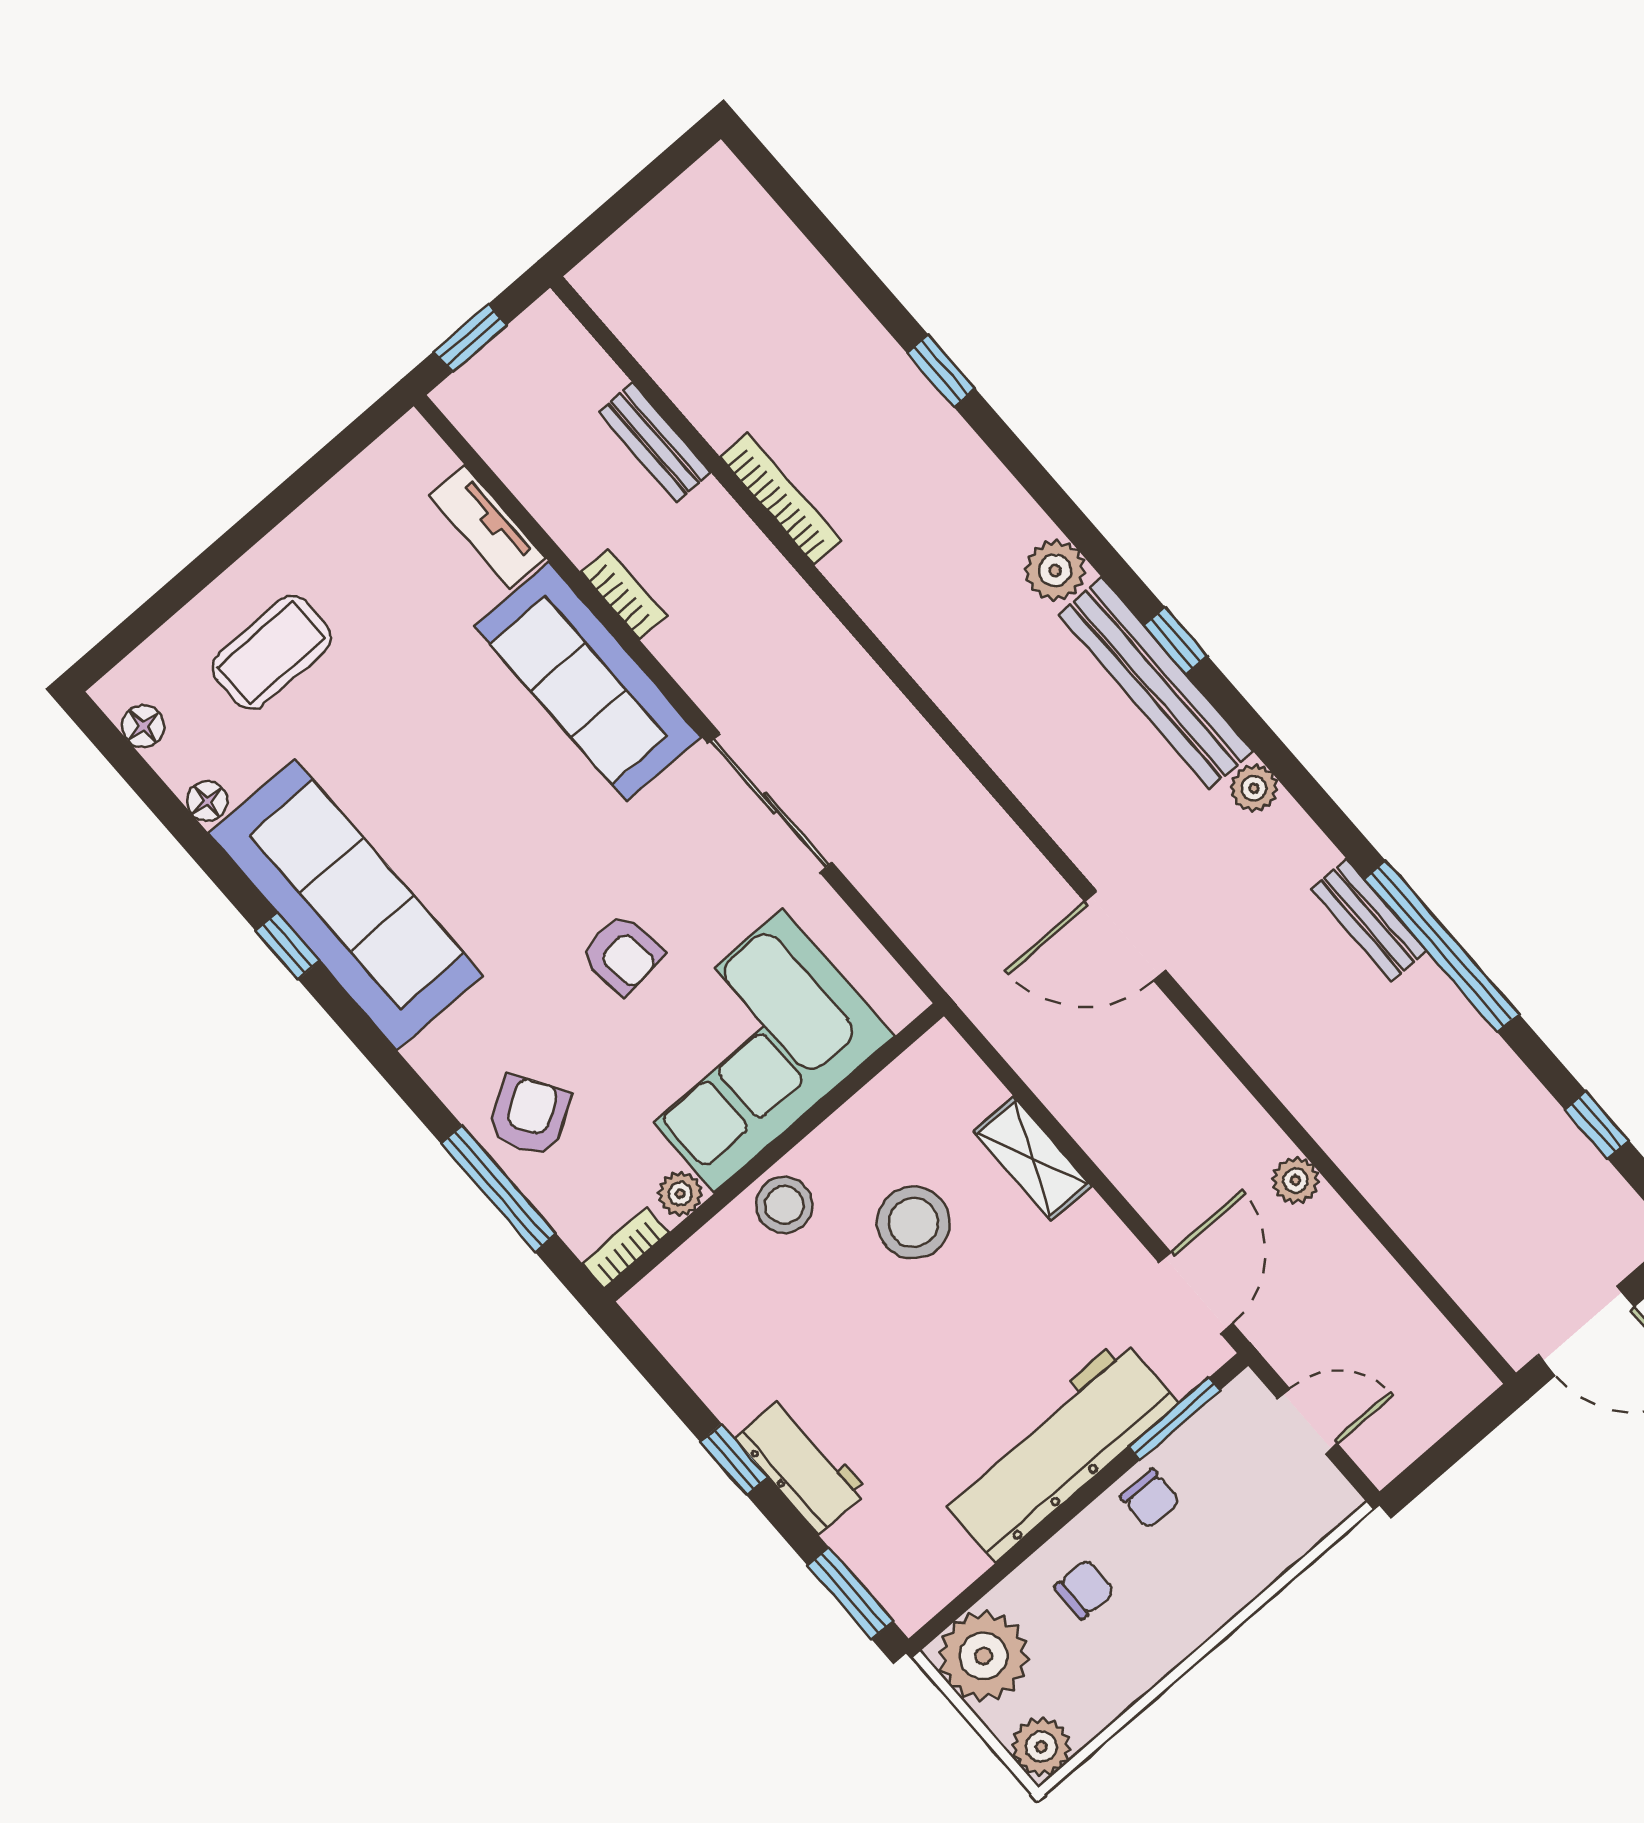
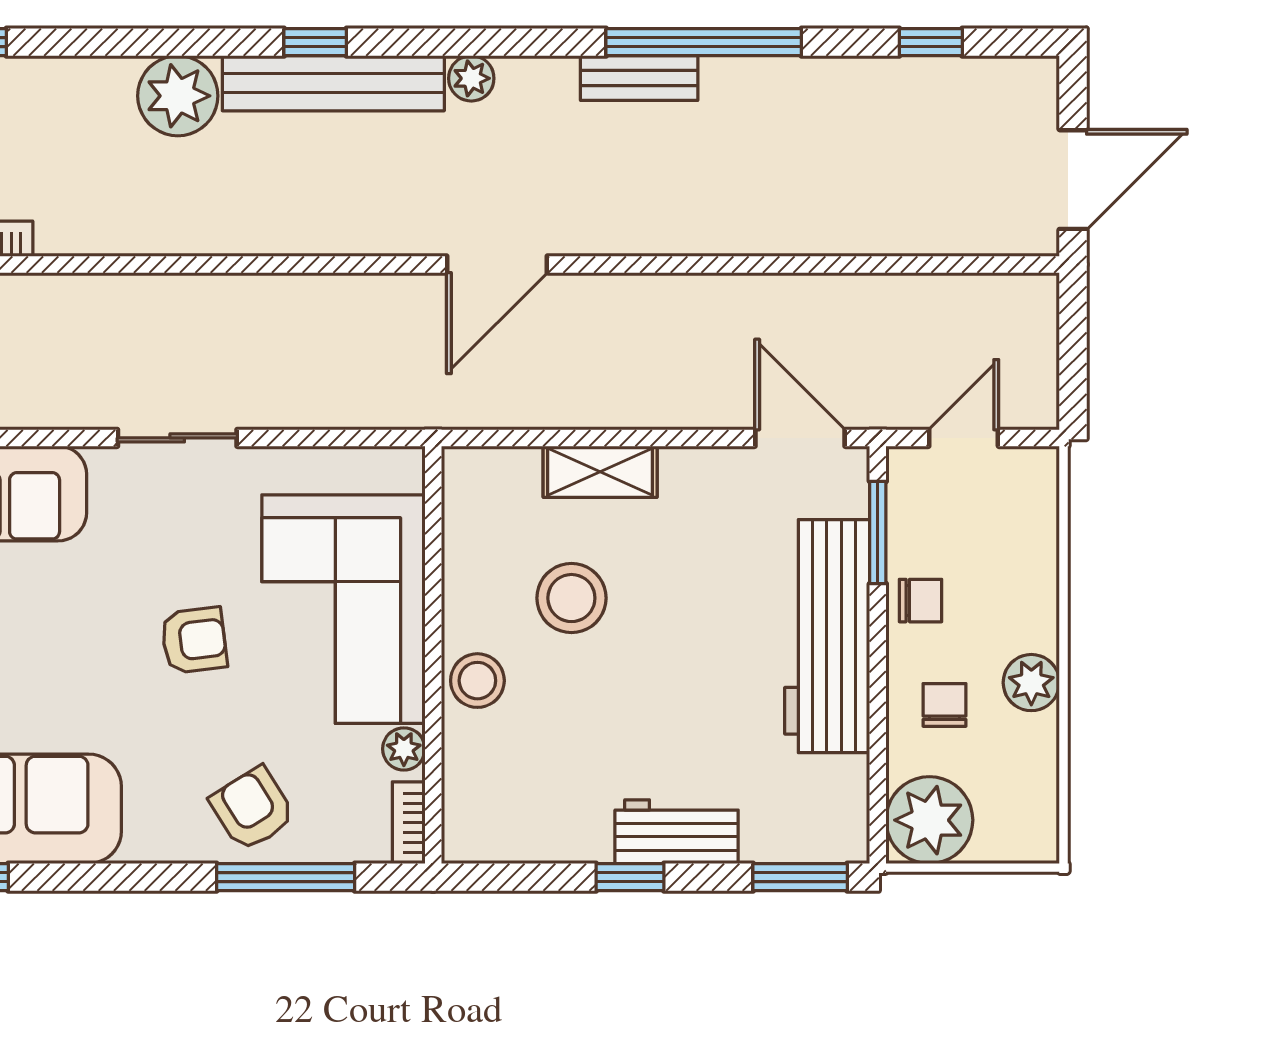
plant: (1055, 570) -> (178, 96), width x1.36, depth x1.36
sliding door: (770, 803) -> (177, 438), width x0.73
plant: (1295, 1181) -> (781, 295), removed
plant: (1041, 1747) -> (1031, 683), moved

